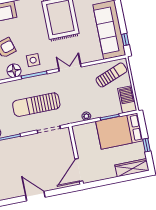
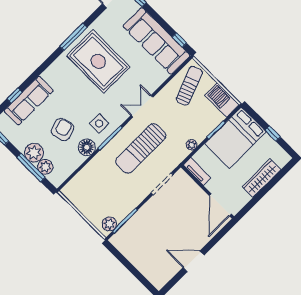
sun lounger: (36, 105) -> (141, 148), moved
tv unit: (78, 137) -> (197, 171), added
wardrobe: (132, 168) -> (262, 178), moved

